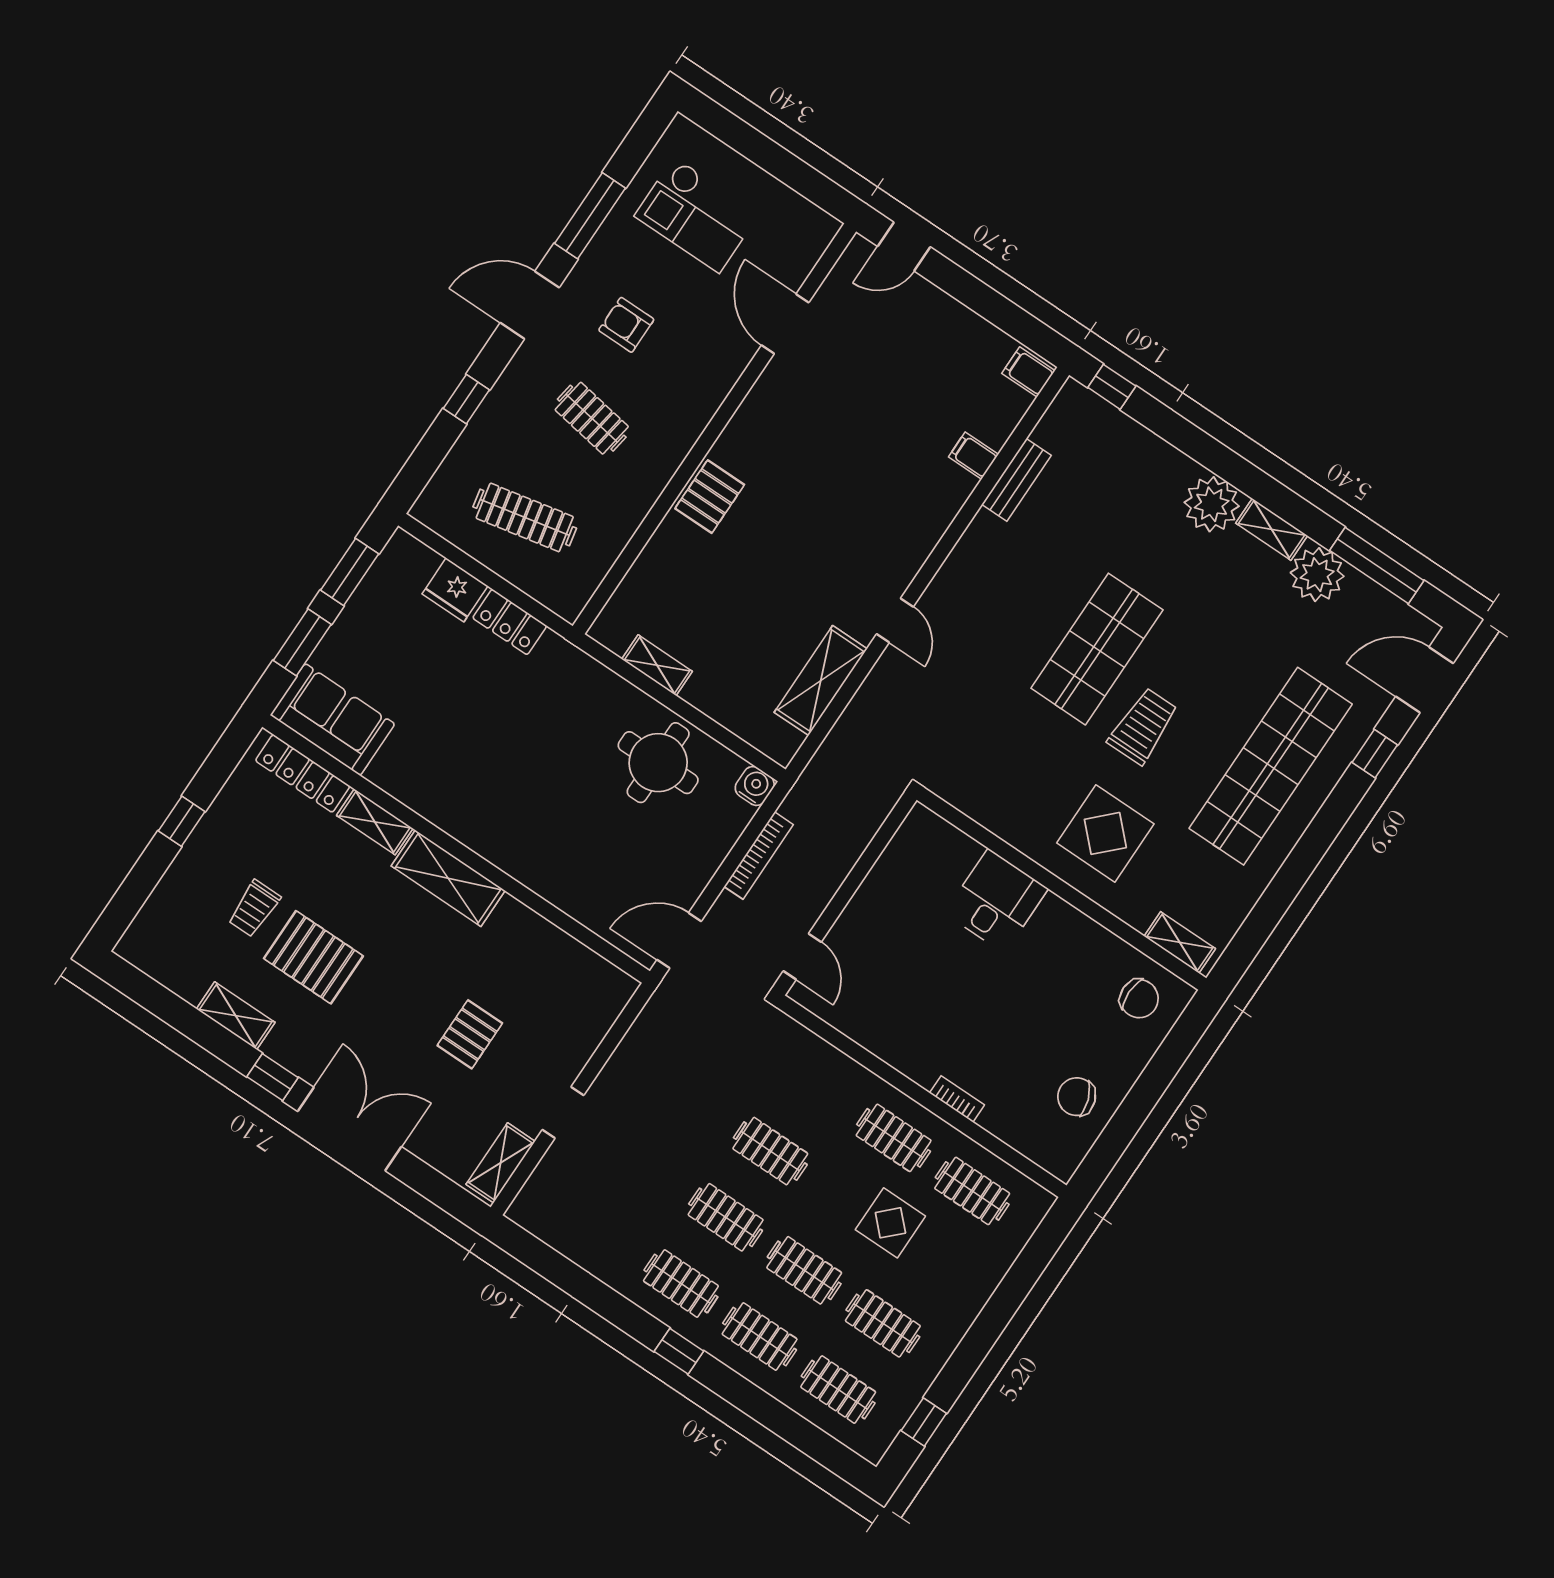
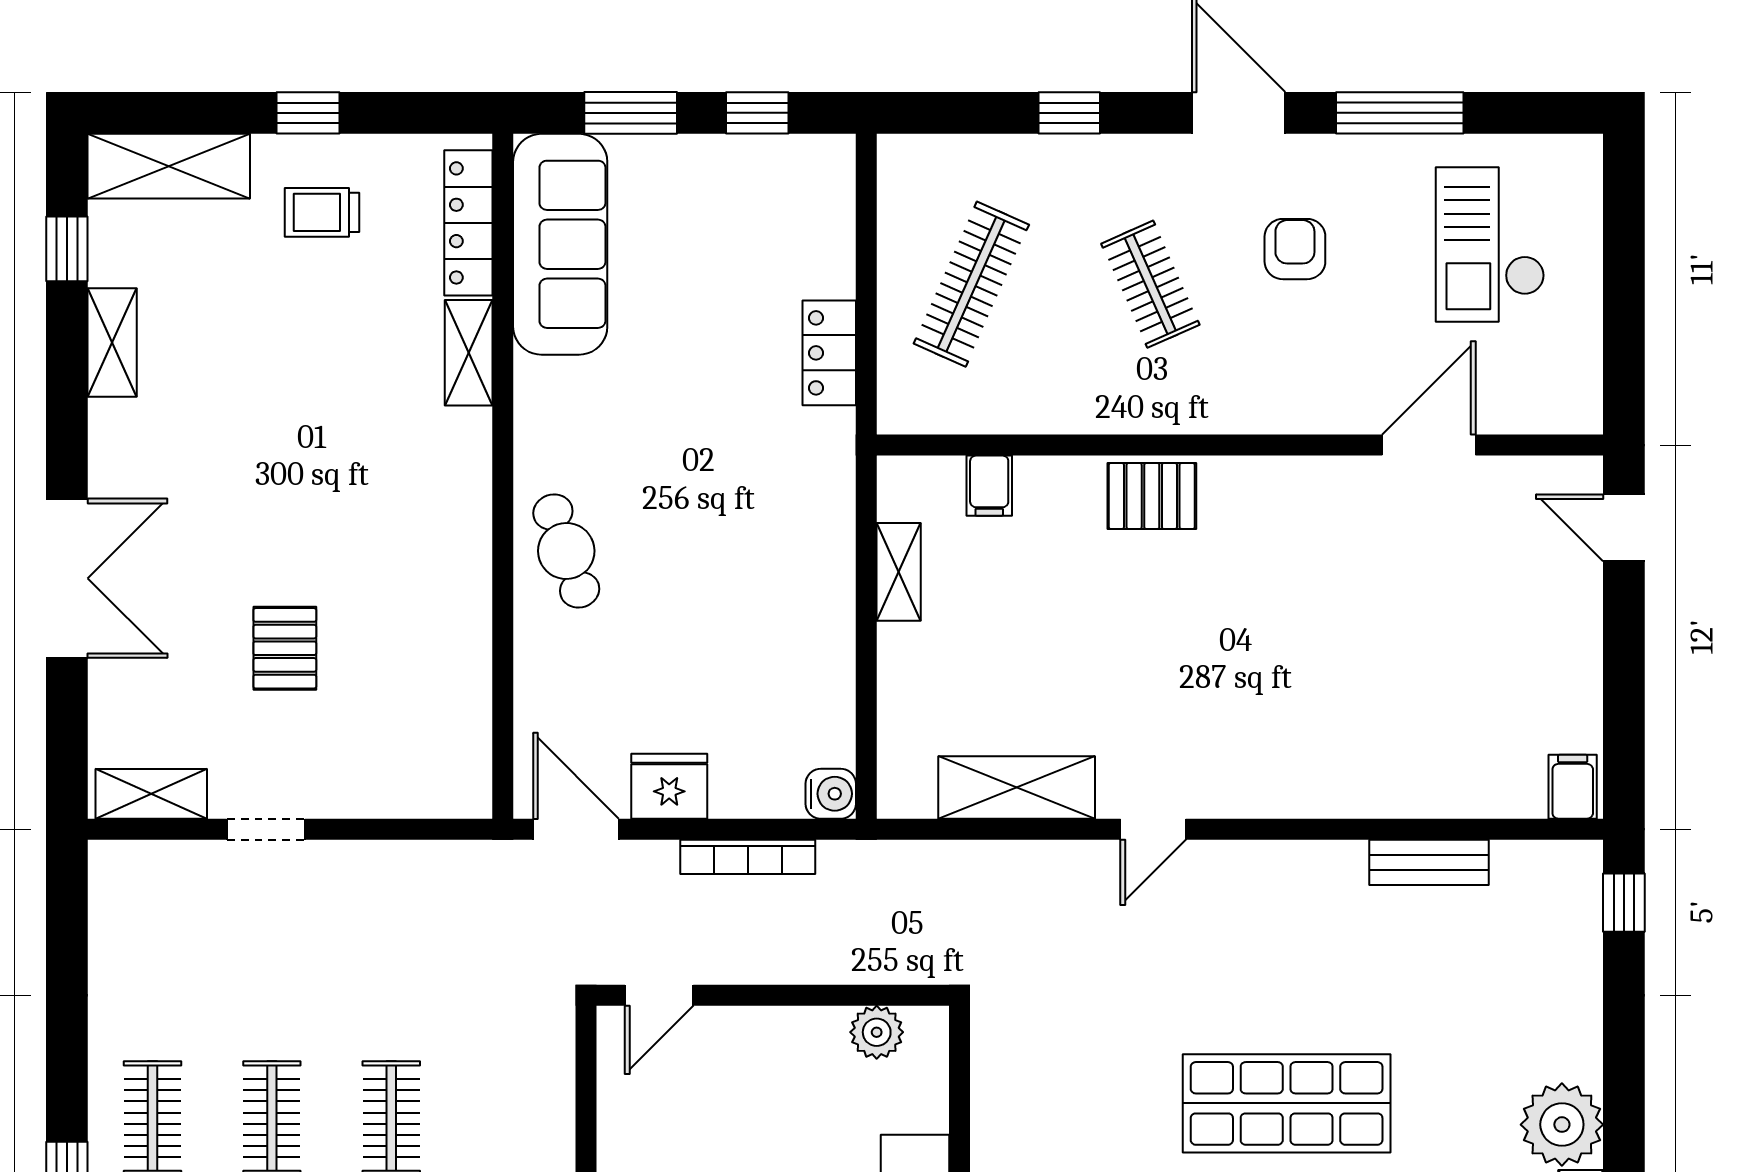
clothes rail: (592, 418) -> (1150, 284), turned -33
filing cabinet: (973, 456) -> (989, 486), moved, turned 180
clothes rail: (525, 517) -> (971, 284), turned 36
window: (350, 572) -> (757, 113), width x0.67
fridge: (455, 590) -> (669, 786), moved, turned 90
sofa: (333, 720) -> (560, 244), width x1.36
round table: (658, 763) -> (779, 655), removed
cafe table: (521, 842) -> (566, 551), added
plant: (904, 850) -> (877, 1032), added
shelving: (448, 878) -> (169, 166), moved, turned 90
trolley: (254, 908) -> (322, 212), moved
pallet: (313, 957) -> (250, 390), removed
pallet: (470, 1034) -> (285, 648), turned 90
window: (273, 1077) -> (67, 249), moved

